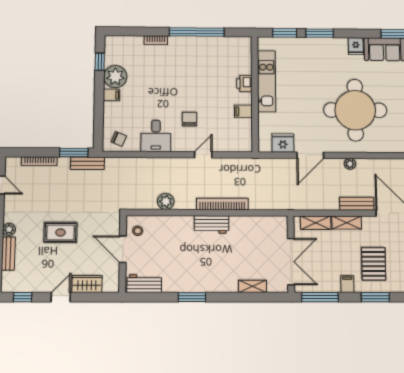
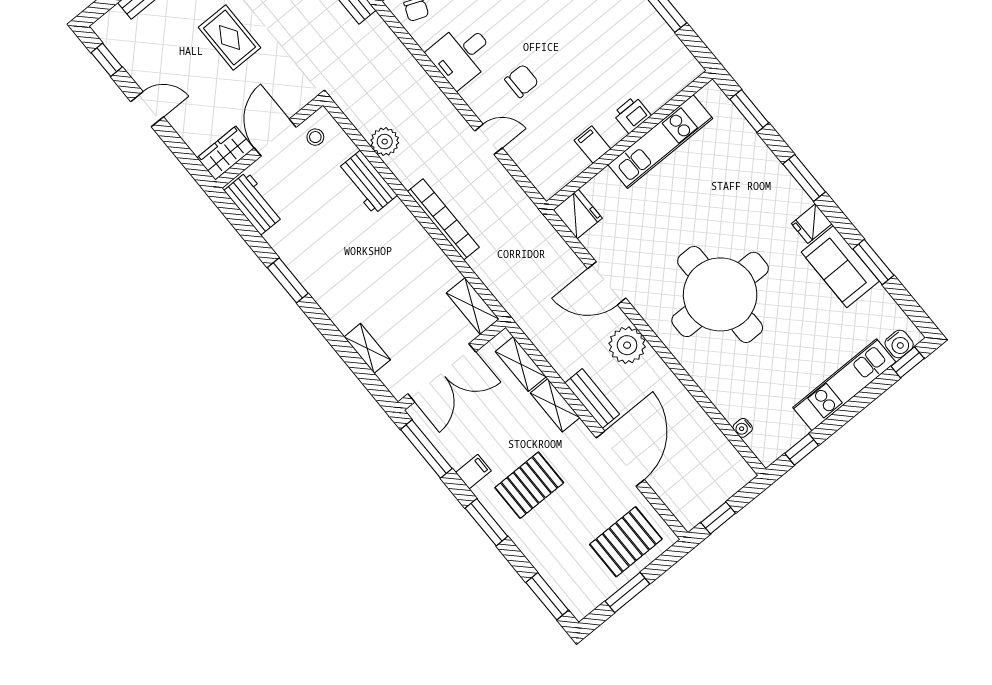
window: (320, 33) -> (804, 178), moved
fridge: (283, 143) -> (578, 214), moved
plant: (350, 164) -> (627, 345), width x1.88, depth x1.88
shelving: (272, 223) -> (473, 306), added
workbench: (212, 224) -> (367, 182), moved
wardrobe: (87, 284) -> (225, 153), moved, turned -90

